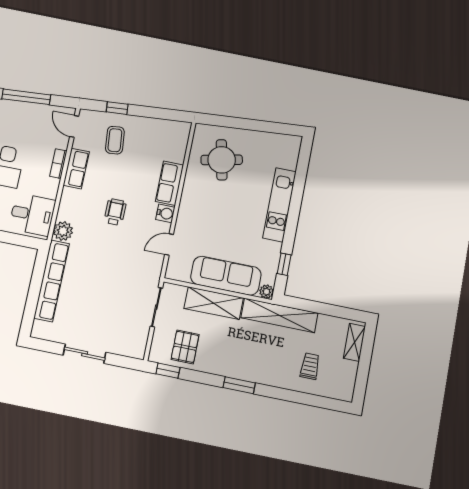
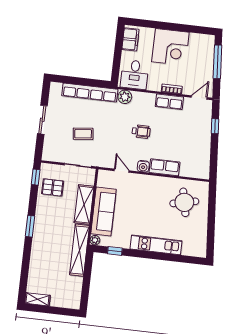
coffee table: (115, 140) -> (83, 134), moved
shelving: (354, 342) -> (37, 299), moved
trolley: (310, 366) -> (47, 273), removed

